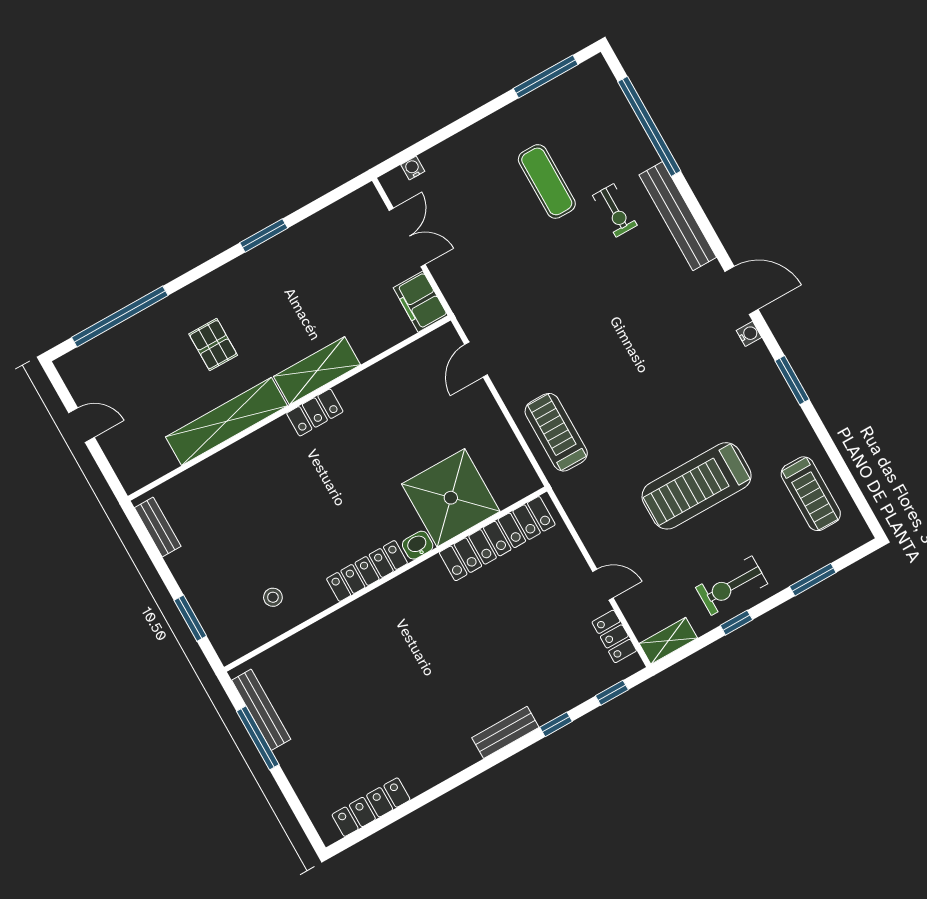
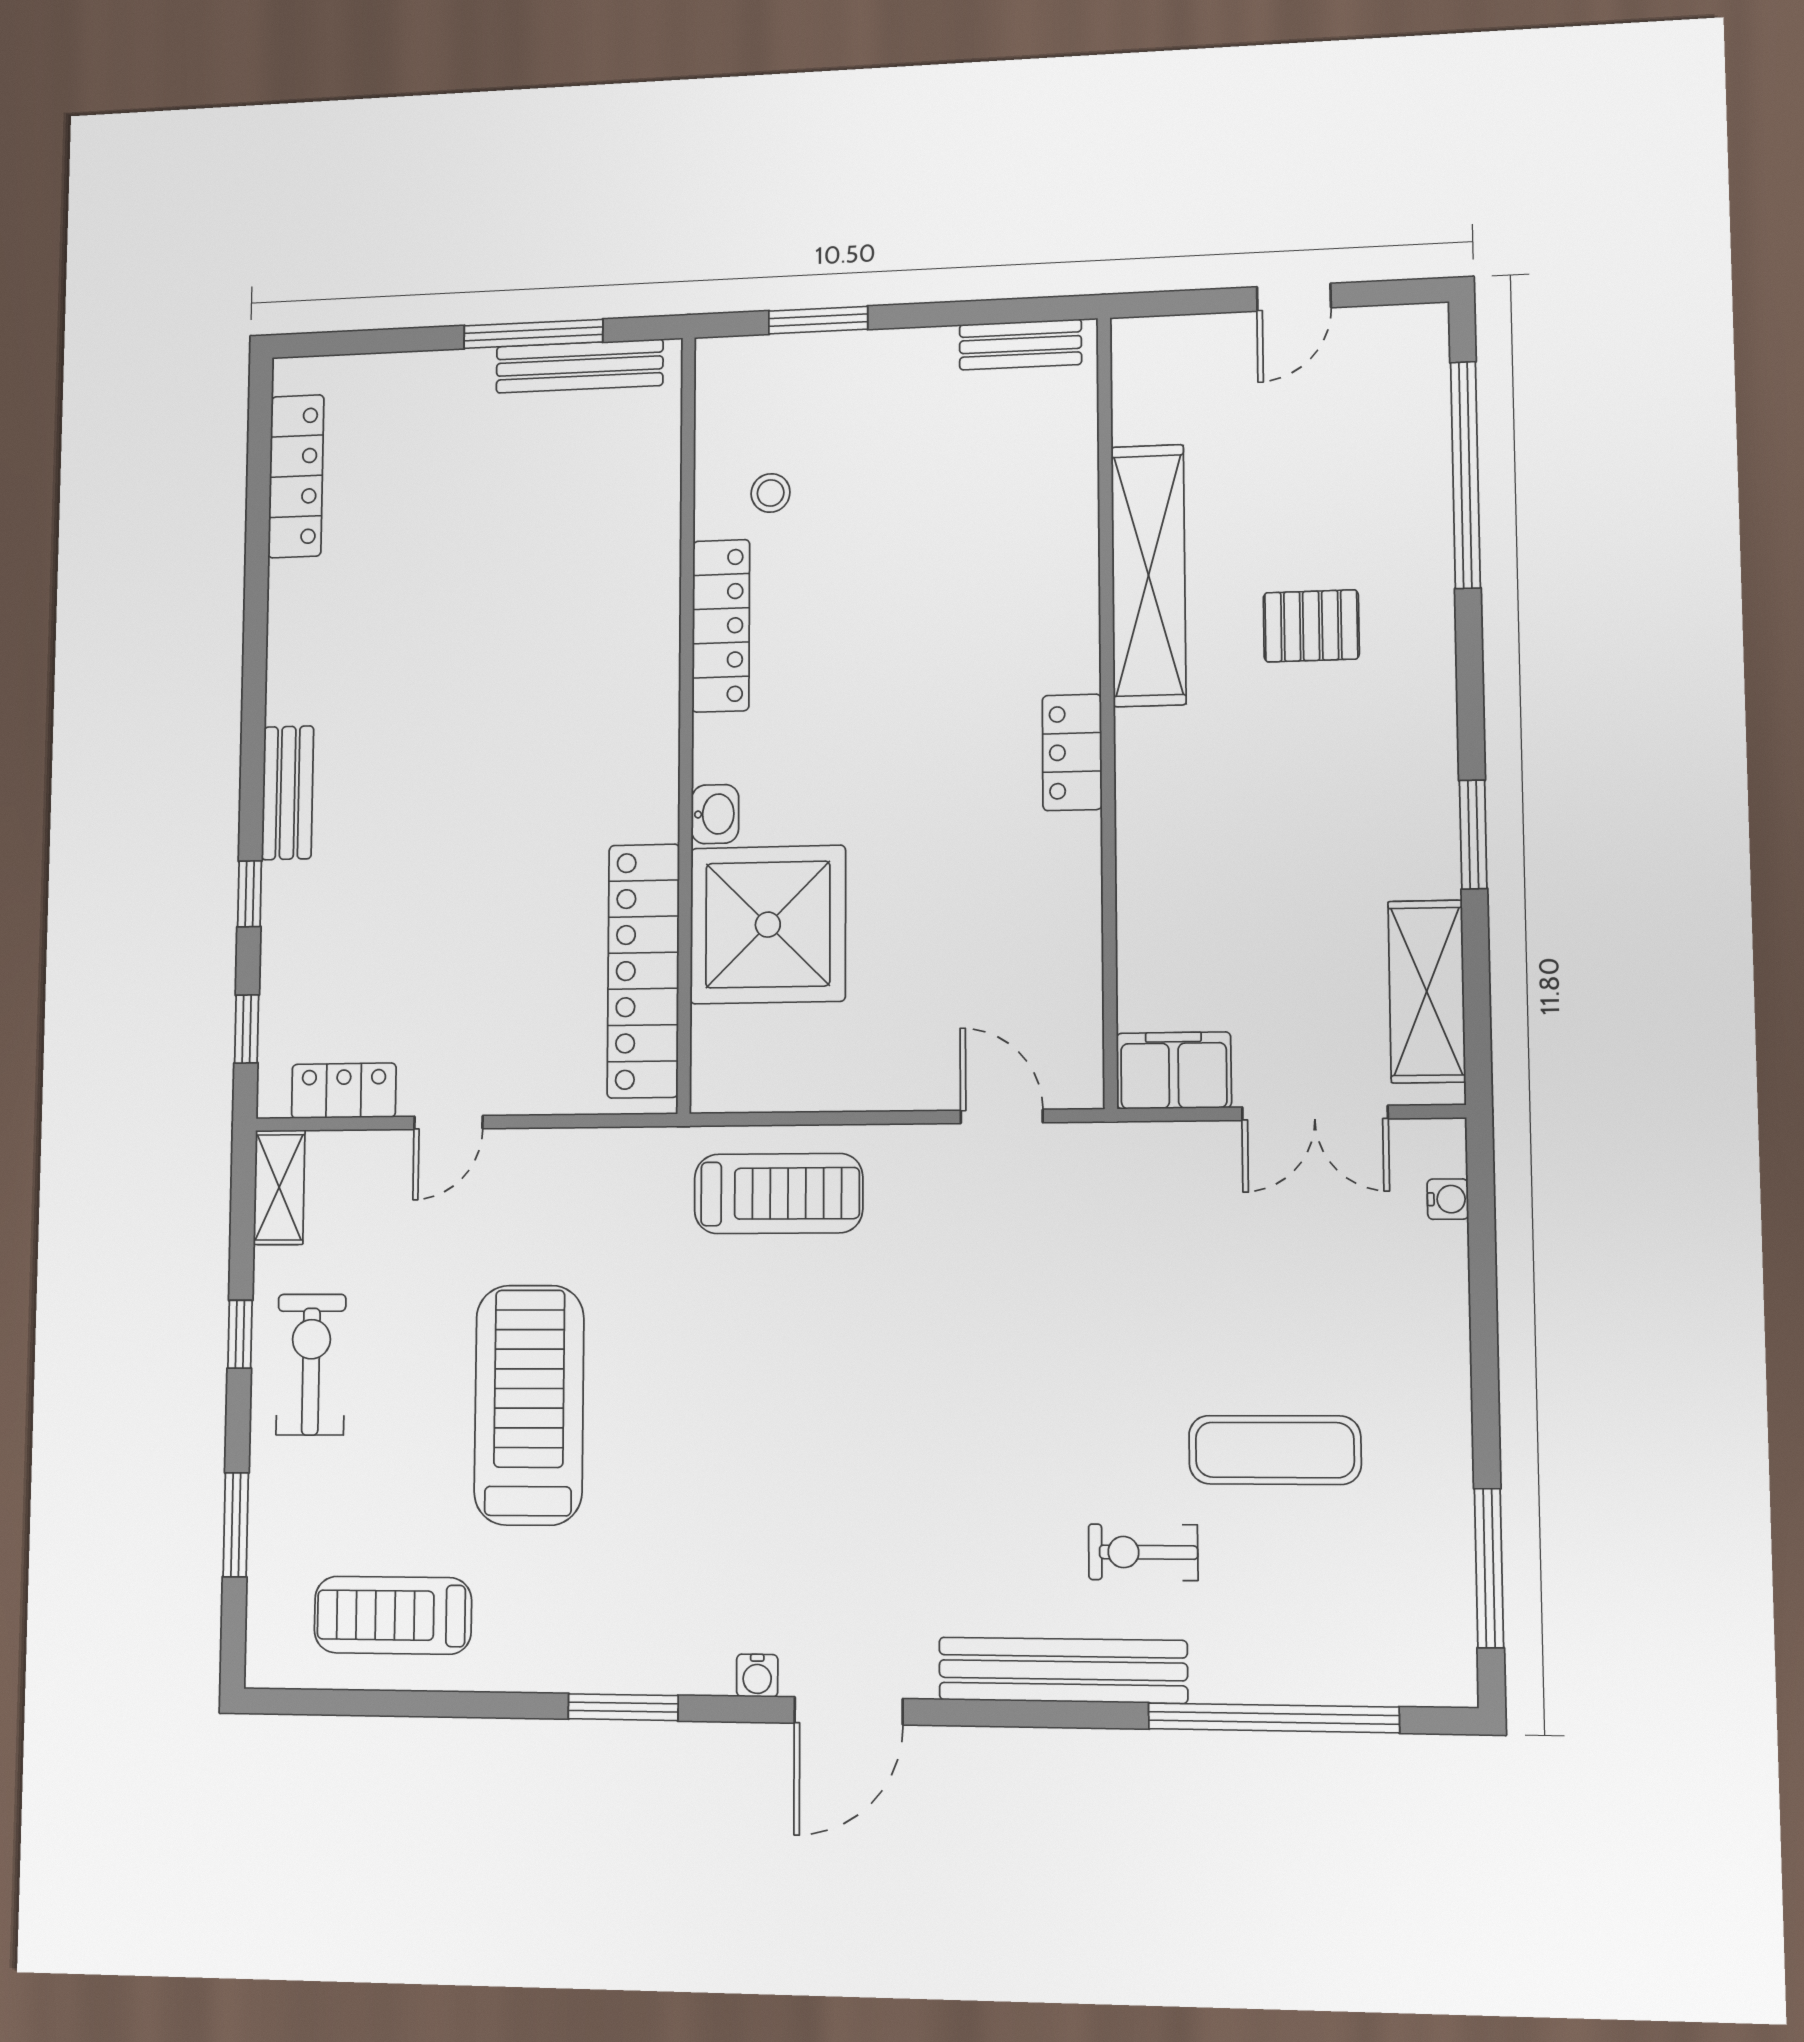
shelving: (317, 371) -> (1427, 991), moved
locker: (367, 571) -> (721, 626), moved

